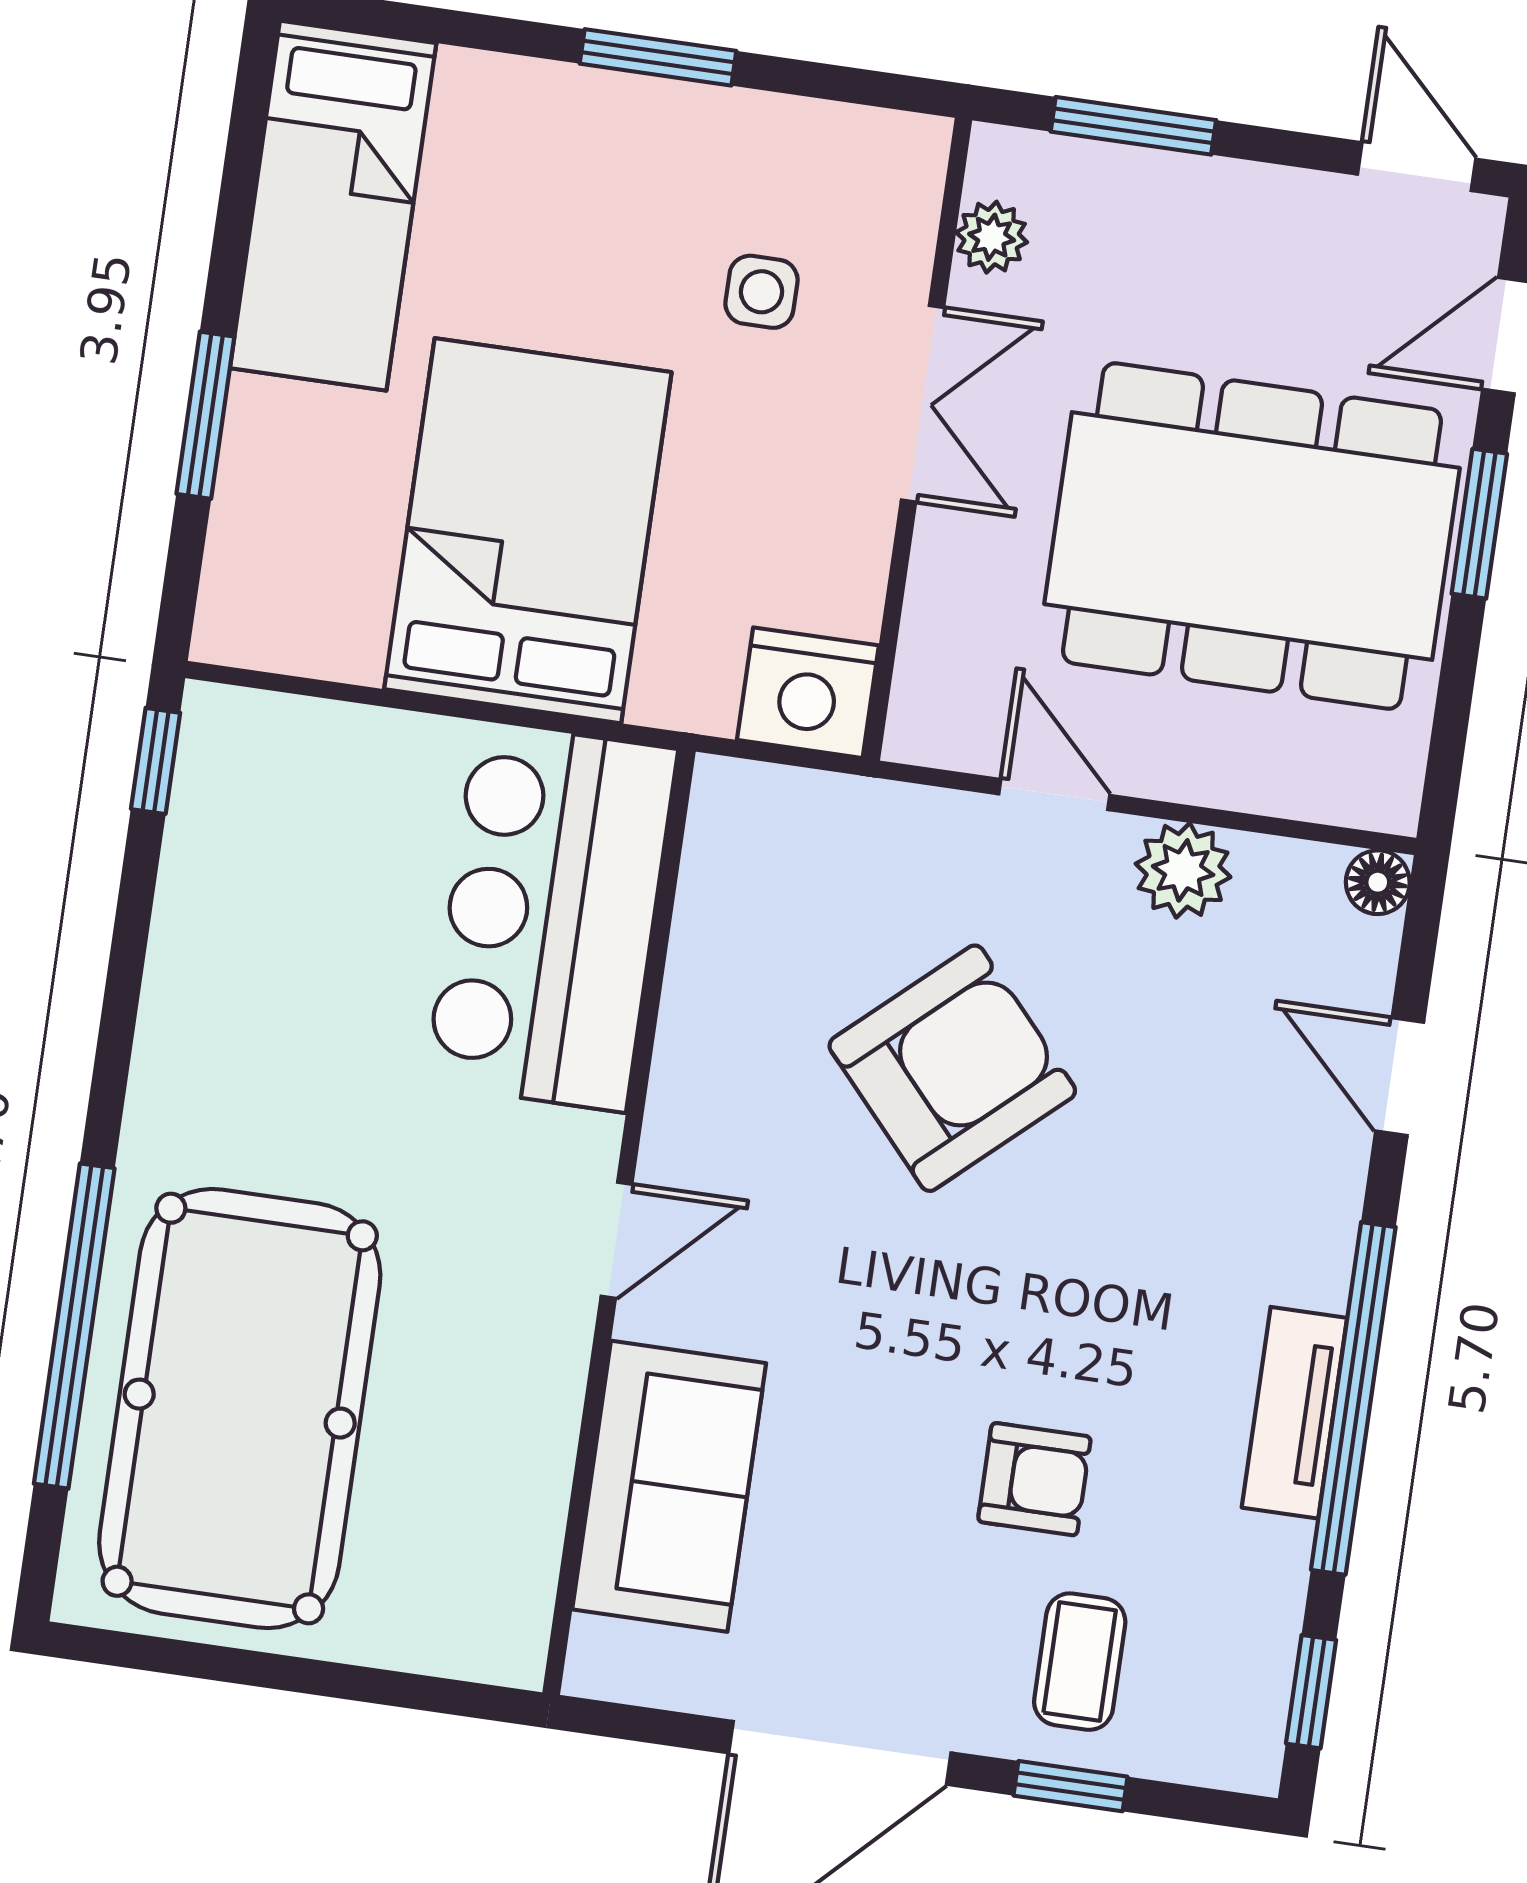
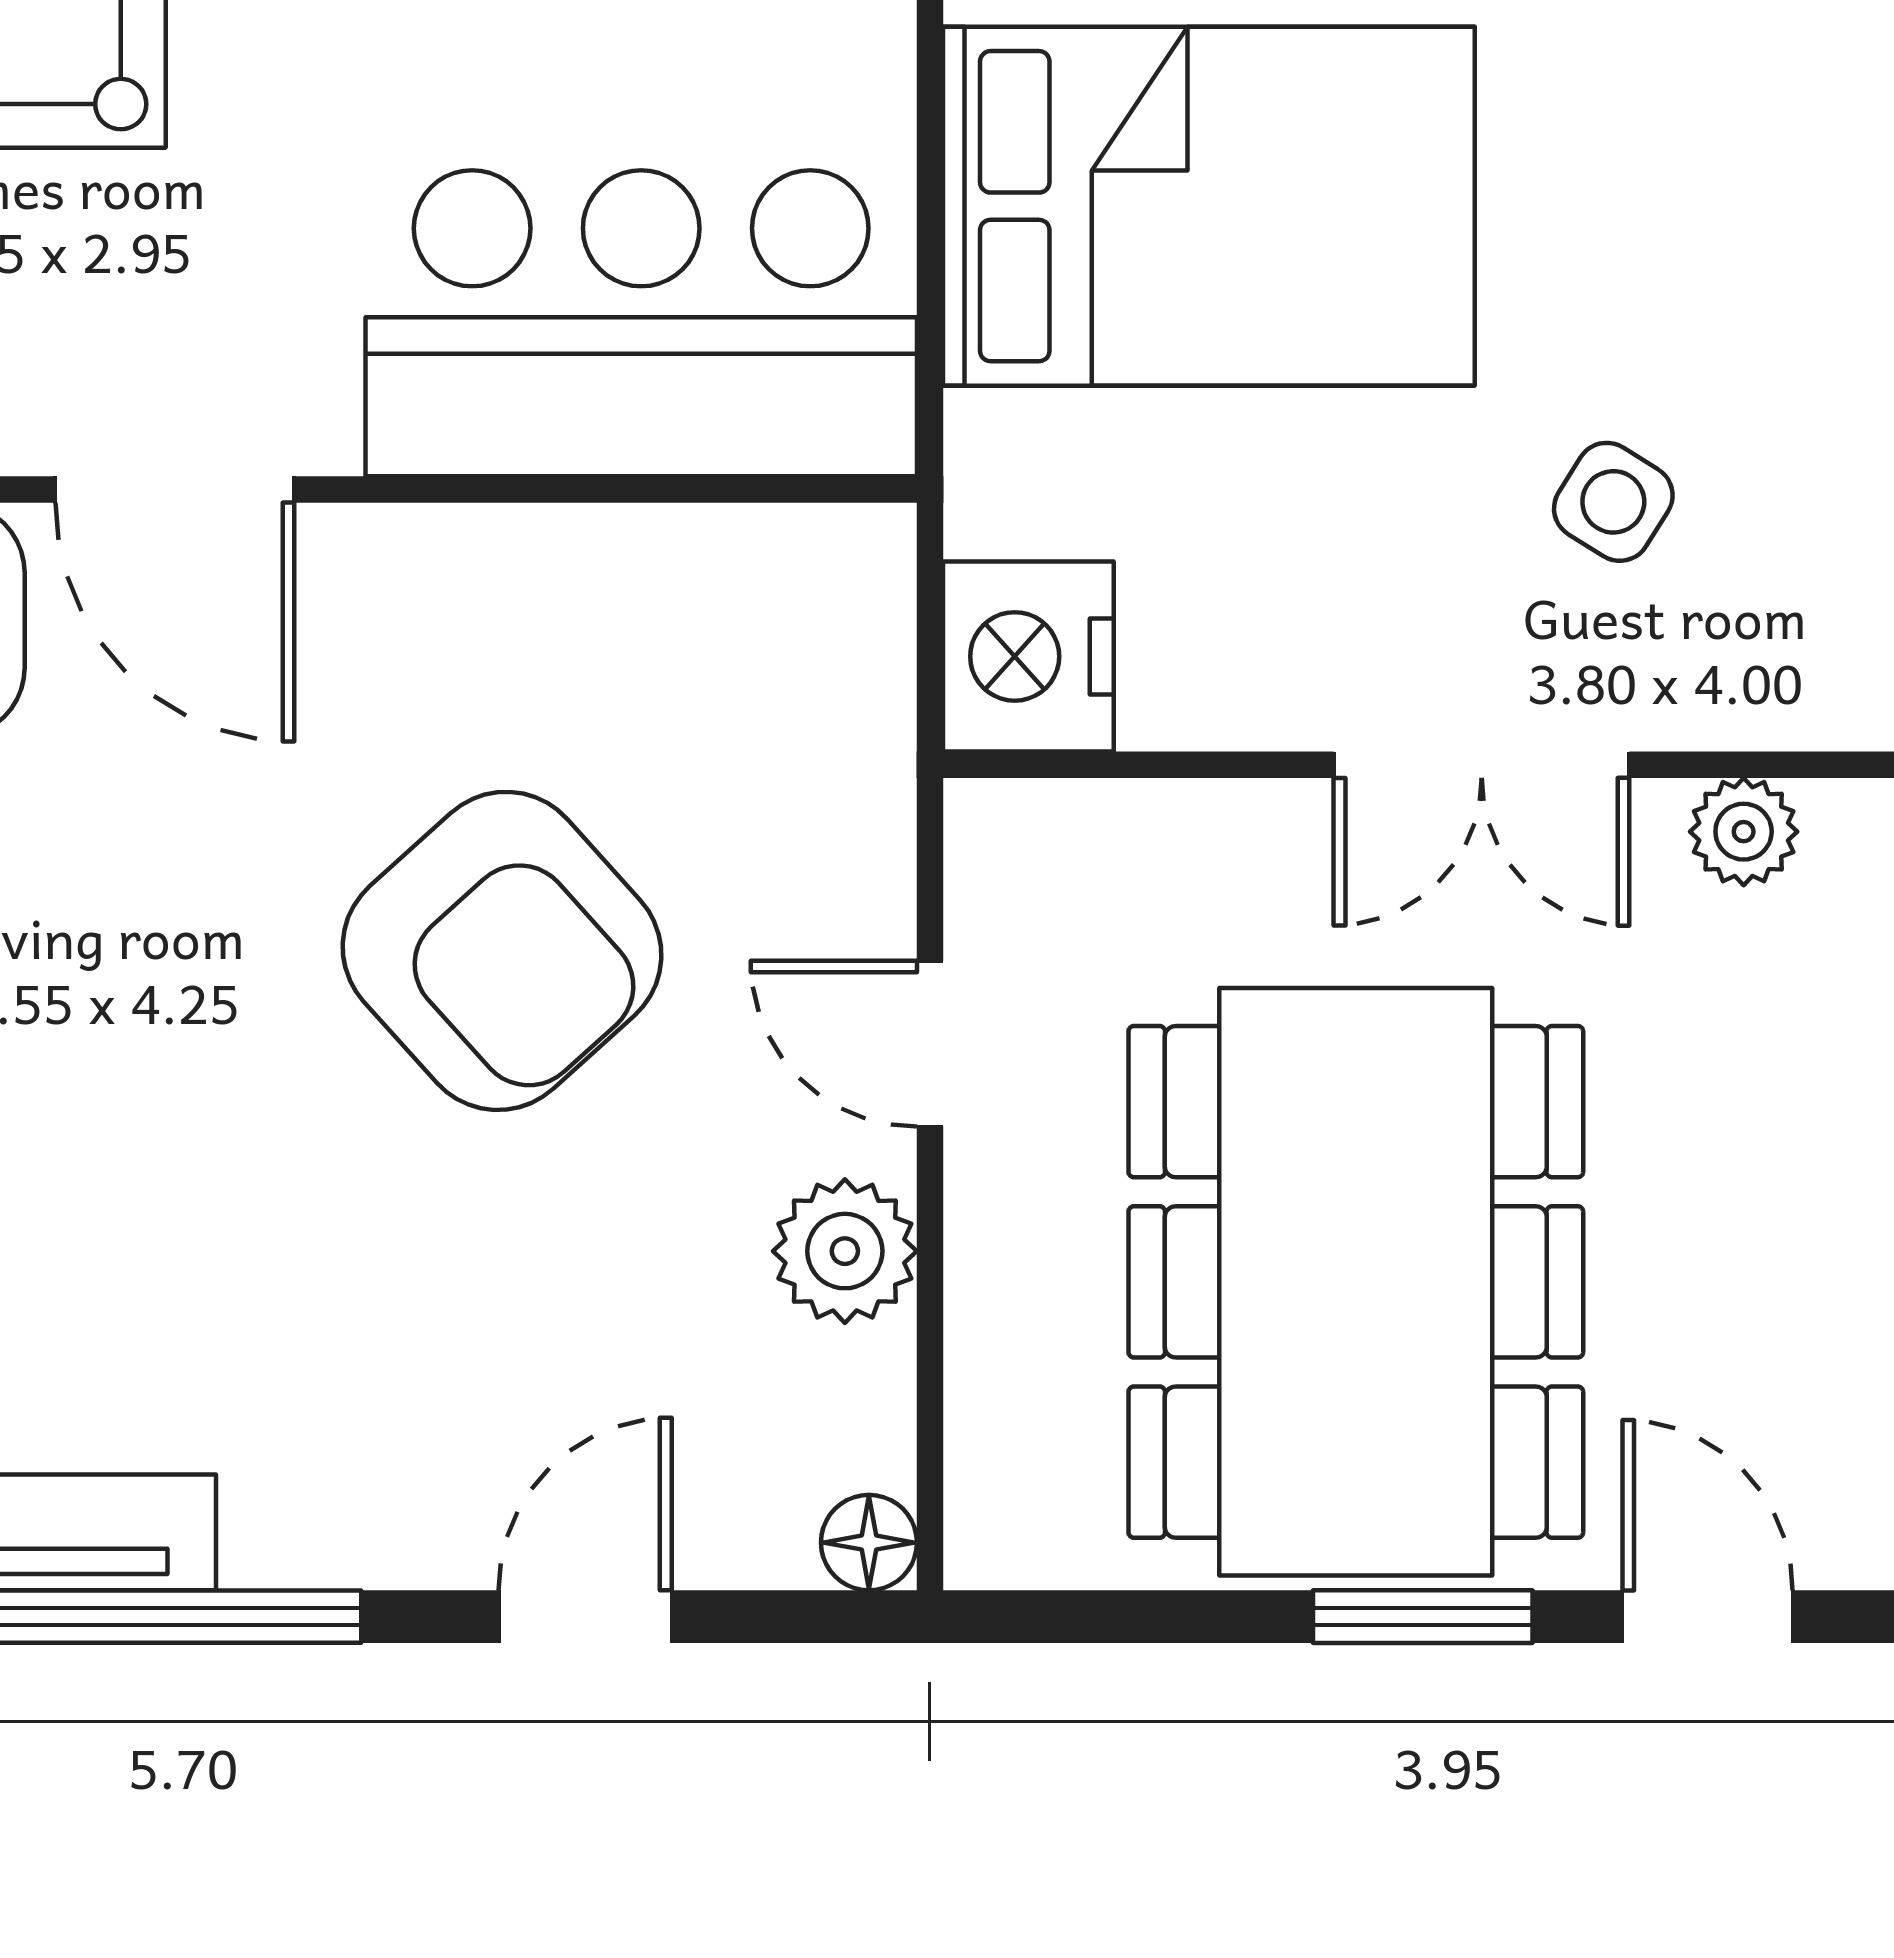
side table: (761, 292) -> (1613, 502), turned 32
door: (1054, 795) -> (930, 1044), swing flipped
door: (616, 1240) -> (175, 489), width x1.38

